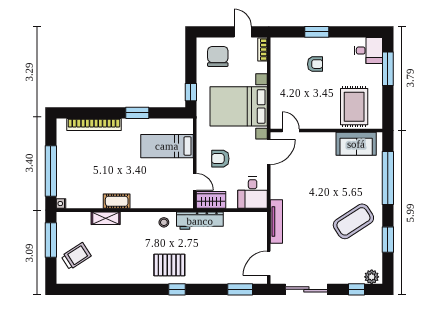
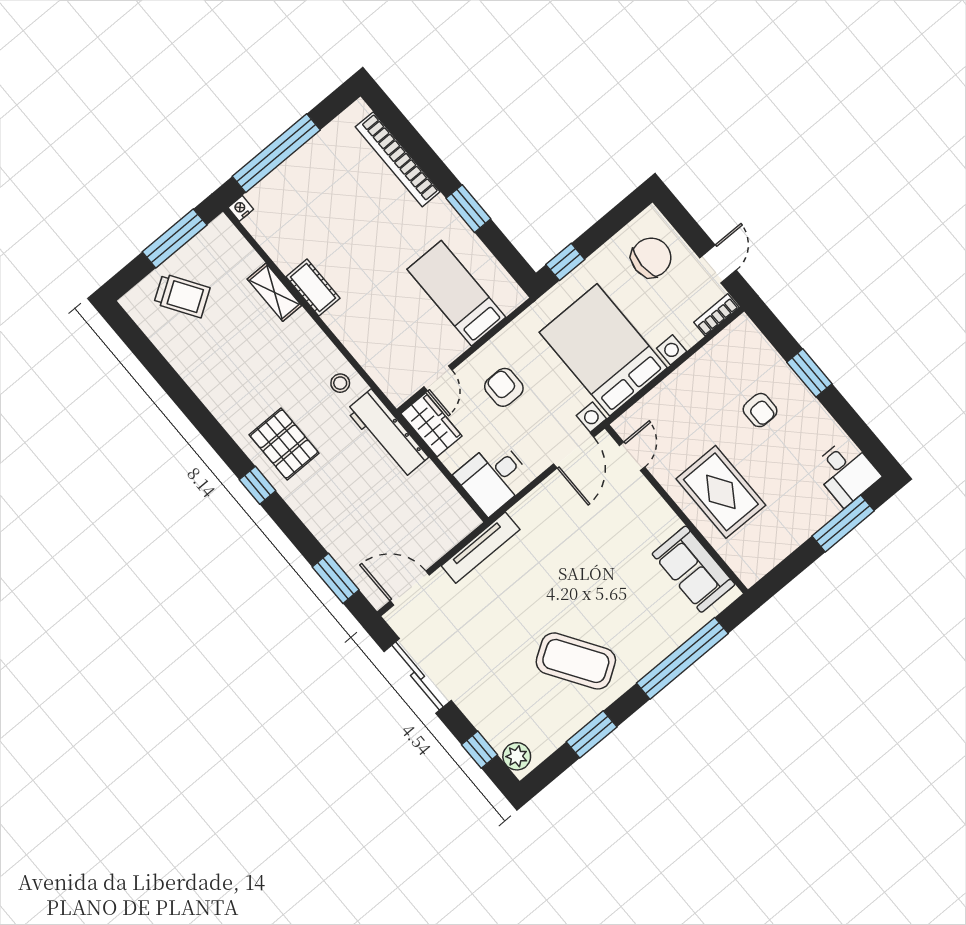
rug: (354, 107) -> (721, 492), moved, turned 90
door: (269, 152) -> (574, 451), hinge flipped

